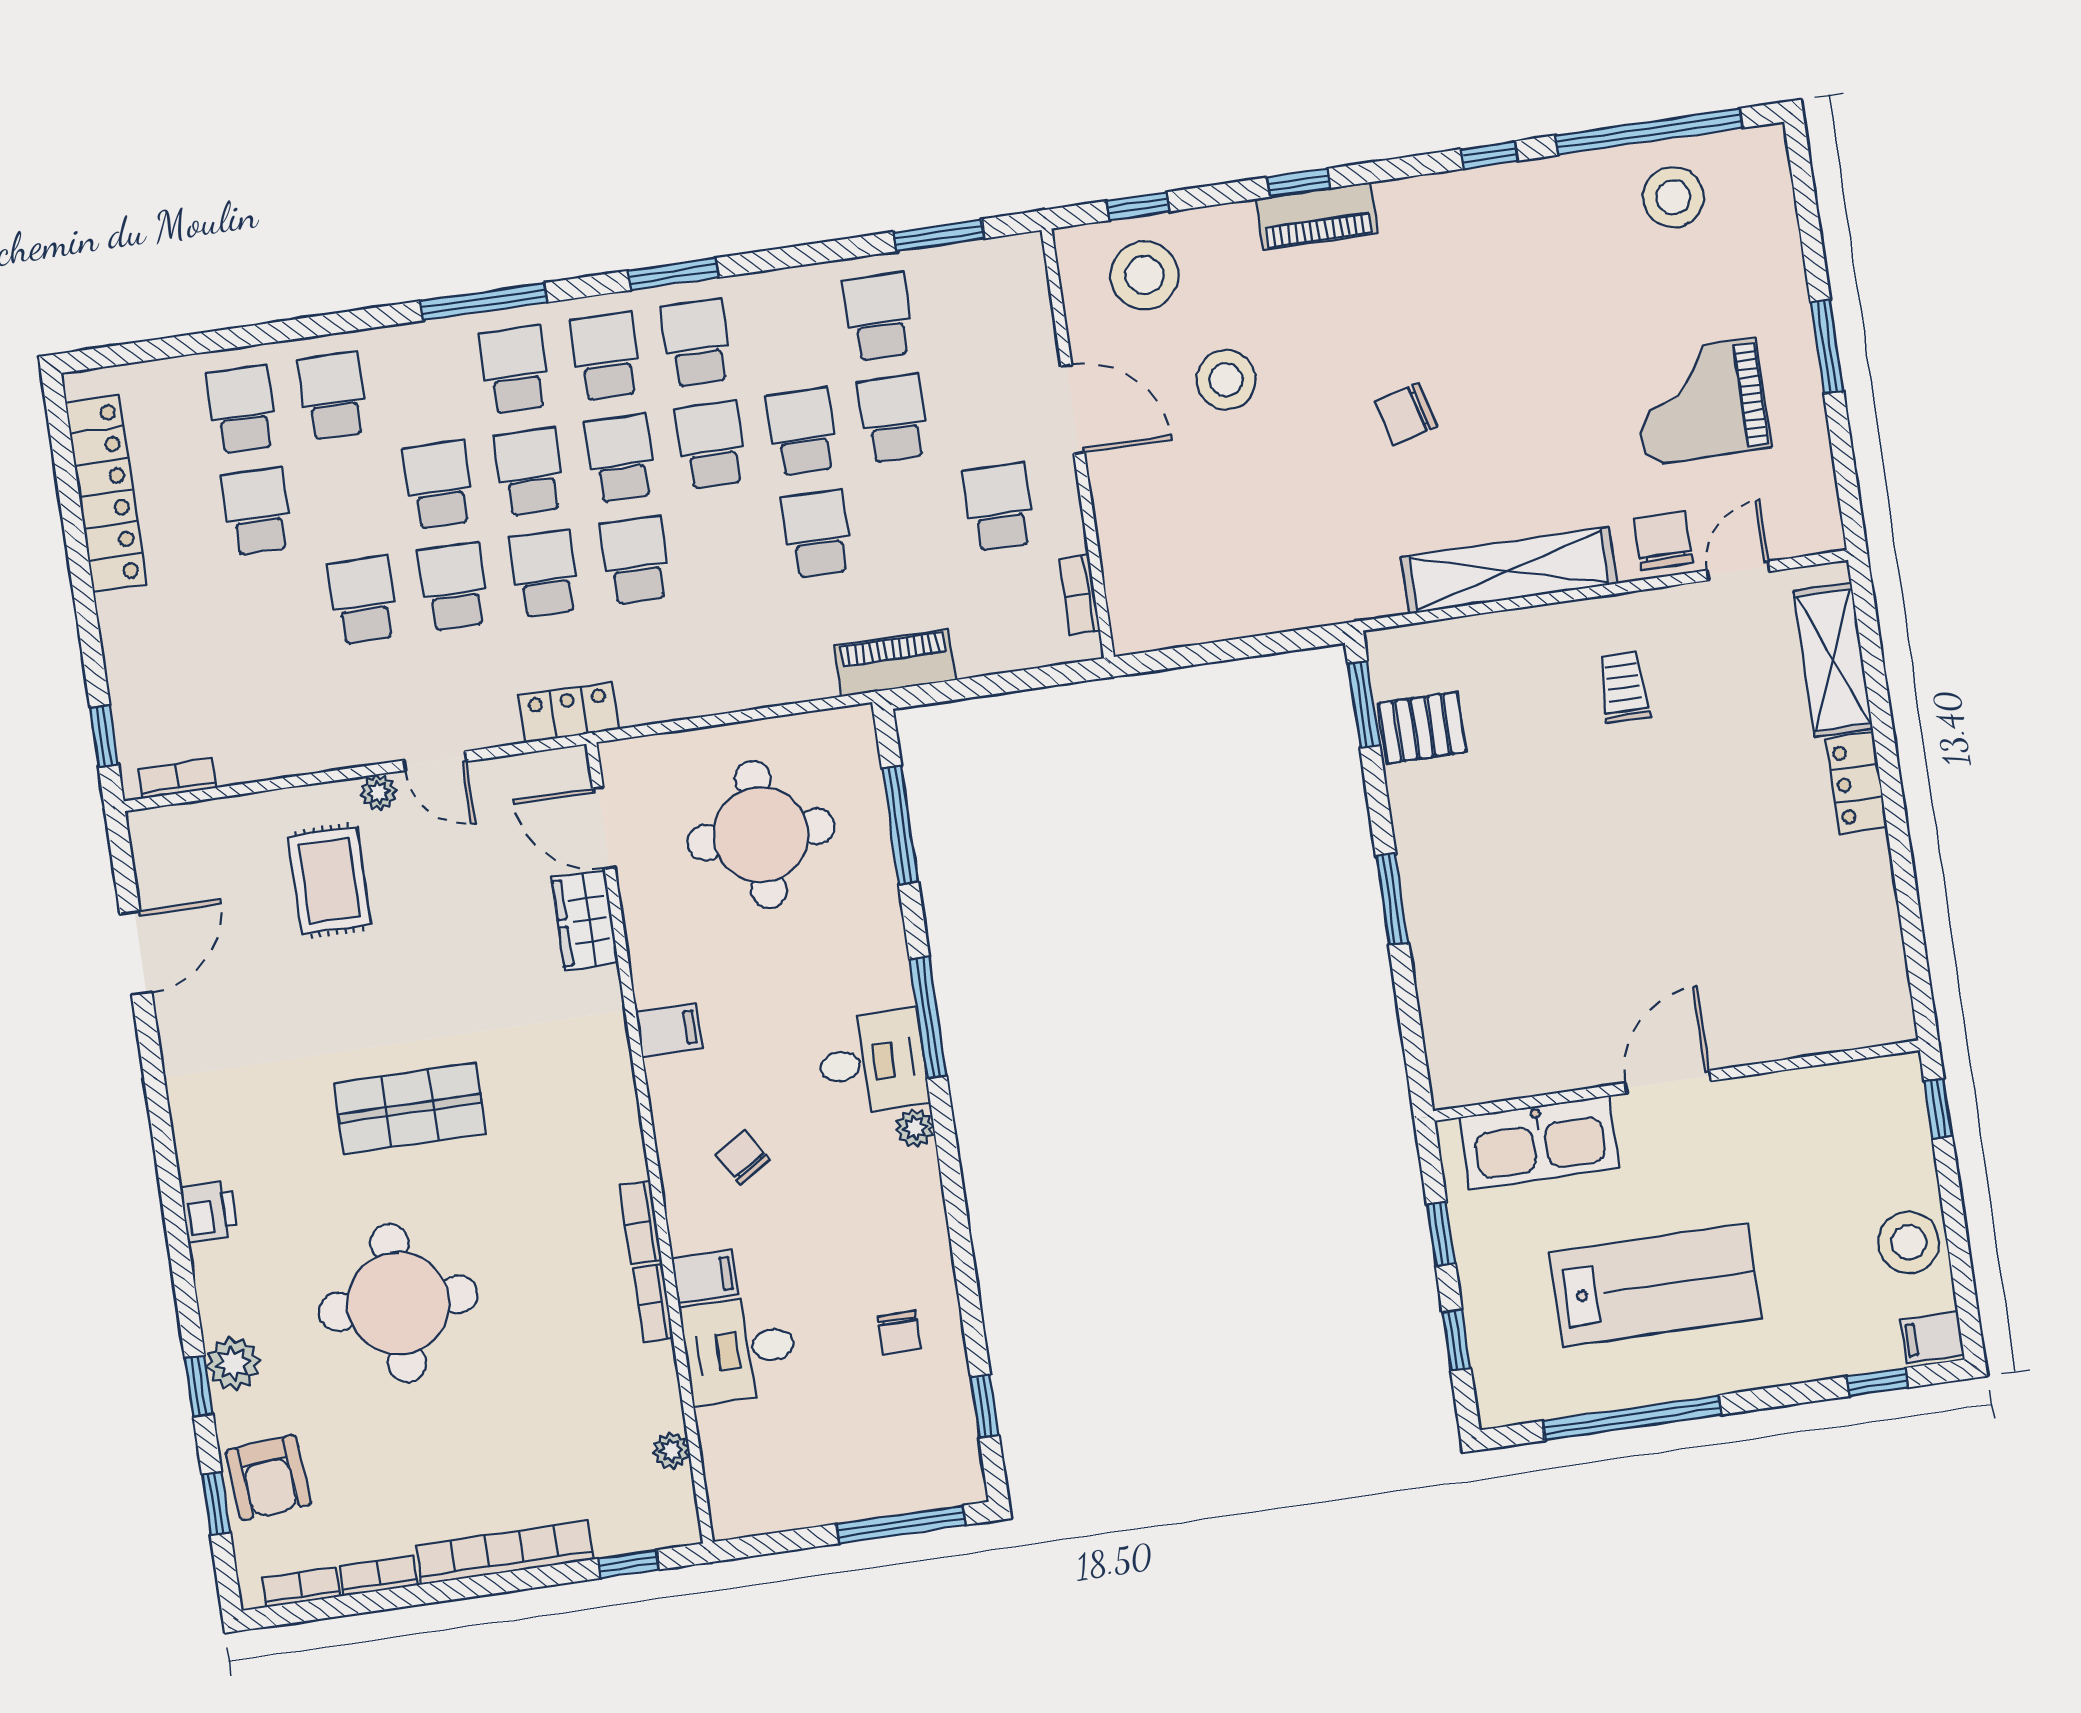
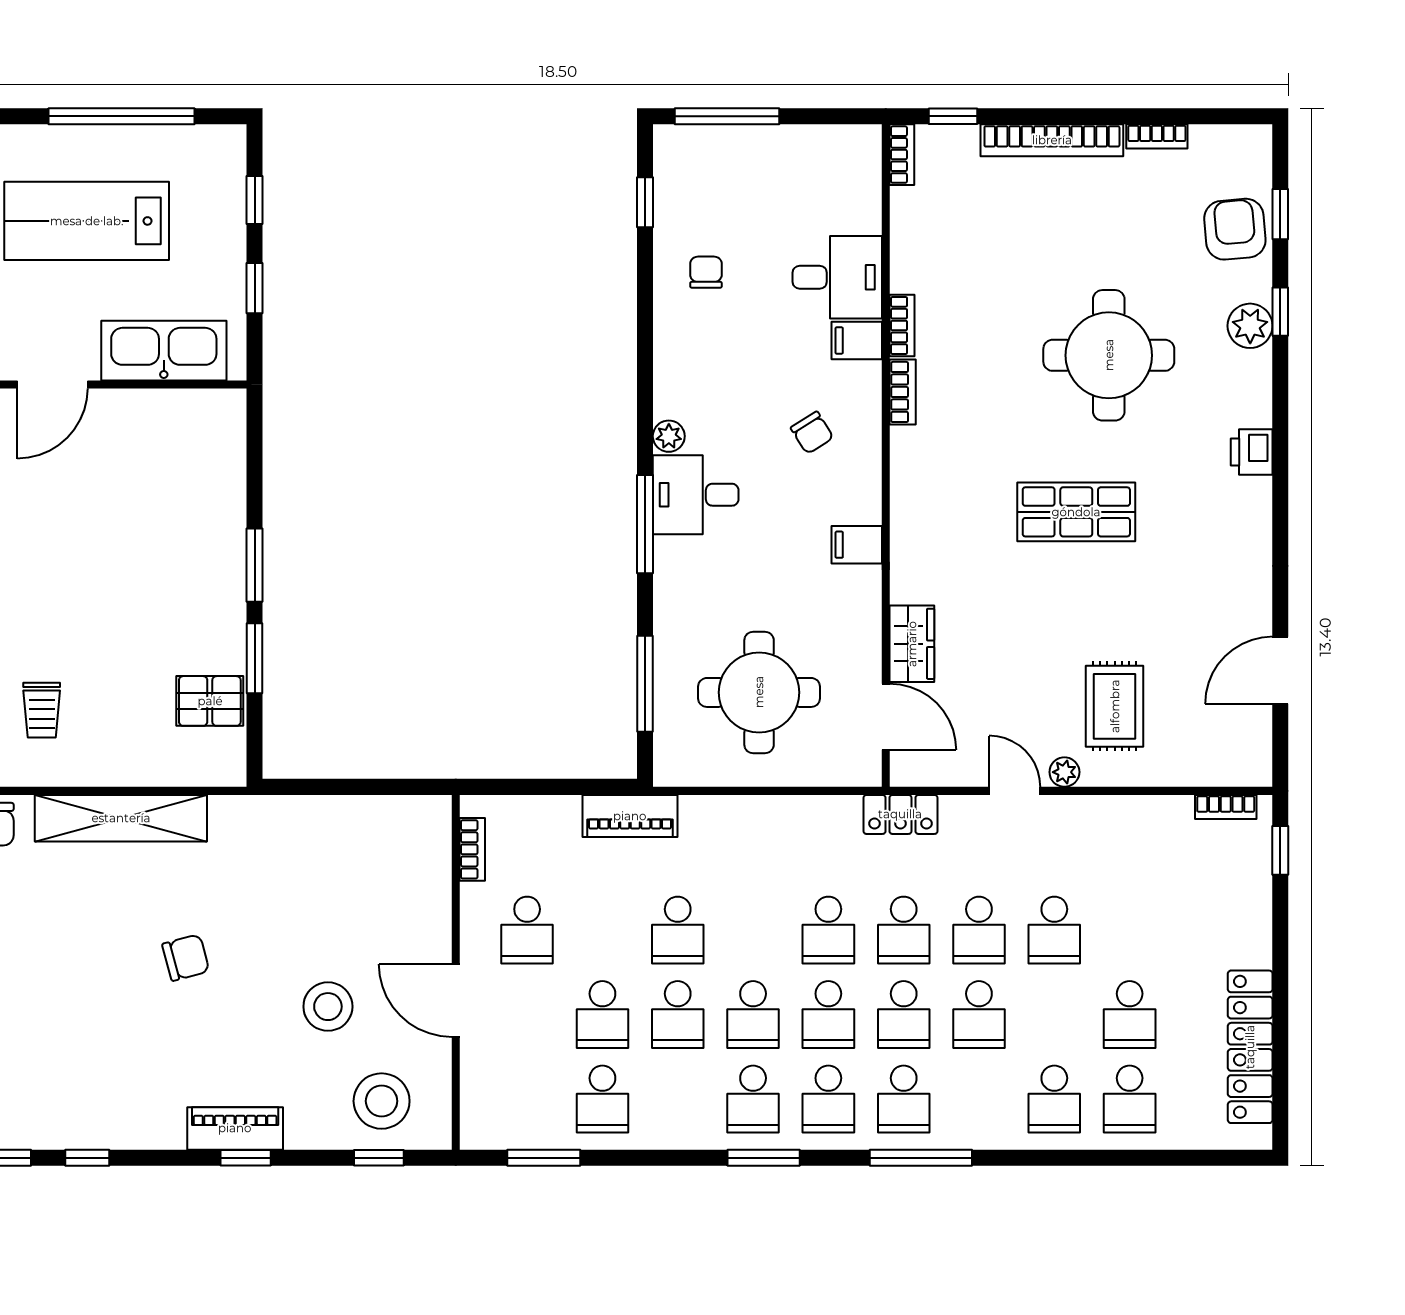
window: (1364, 705) -> (255, 658), moved
plant: (671, 1451) -> (905, 203), removed
bookcase: (301, 1587) -> (902, 155), moved, turned -90

